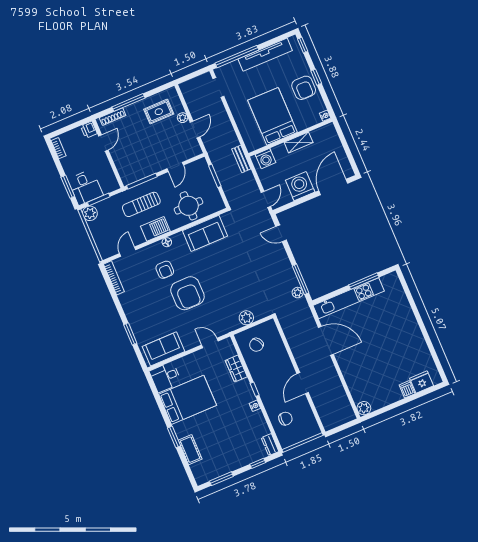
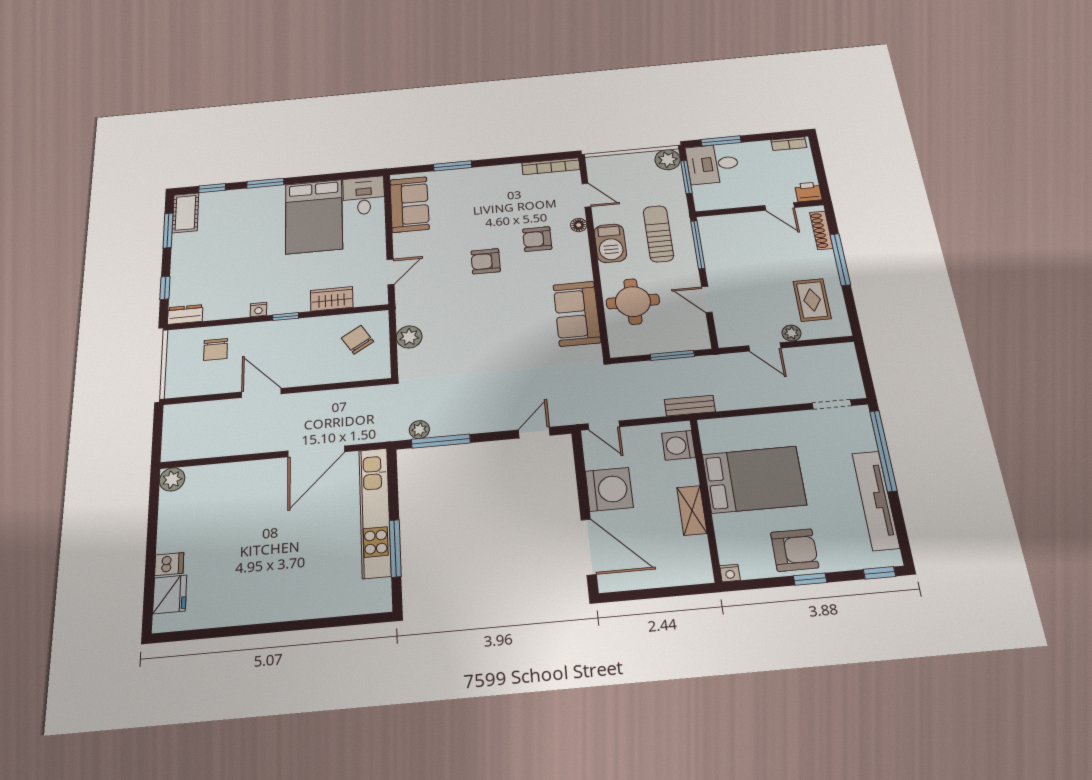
armchair: (304, 88) -> (795, 550), turned 180
floor lamp: (167, 242) -> (579, 225), moved
armchair: (187, 293) -> (486, 261), width x0.53, depth x0.53
cot: (190, 450) -> (185, 213), moved, turned 90
window: (186, 466) -> (212, 188), added

